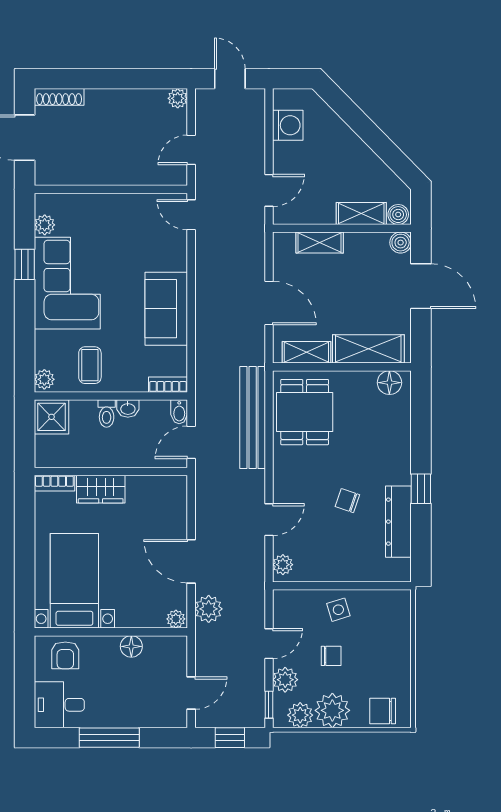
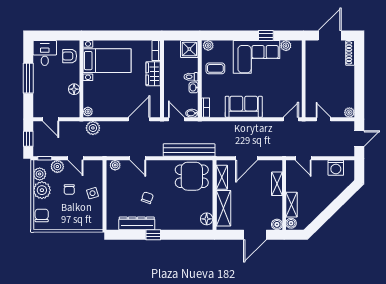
door: (191, 561) -> (139, 119), moved

